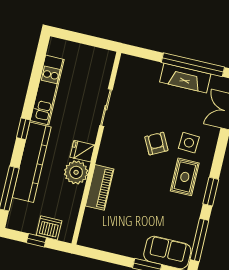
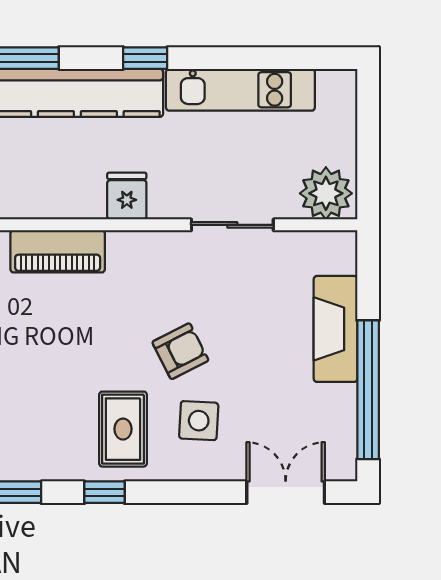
fireplace: (185, 78) -> (336, 329), moved
plant: (76, 172) -> (326, 193), moved
rug: (185, 177) -> (123, 429), turned 90
window: (211, 192) -> (105, 492), width x0.67

